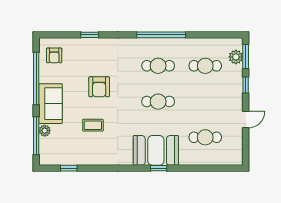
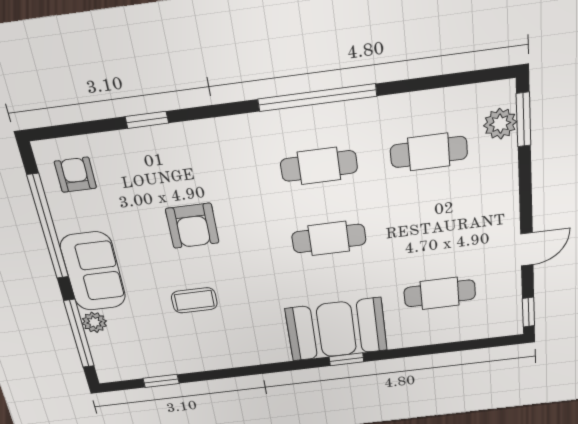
armchair: (54, 55) -> (75, 175), turned 180
window: (246, 85) -> (528, 312), moved

